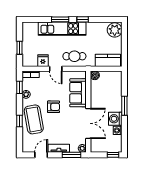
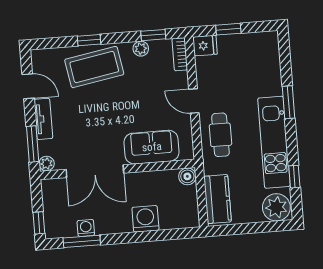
window: (83, 19) -> (294, 177), moved
kitchen unit: (62, 29) -> (274, 142), moved
fridge: (43, 61) -> (205, 46), moved
door: (56, 69) -> (194, 101), hinge flipped
window: (124, 106) -> (82, 241), moved
armchair: (54, 107) -> (121, 103), removed
washing machine: (115, 119) -> (145, 219), moved

